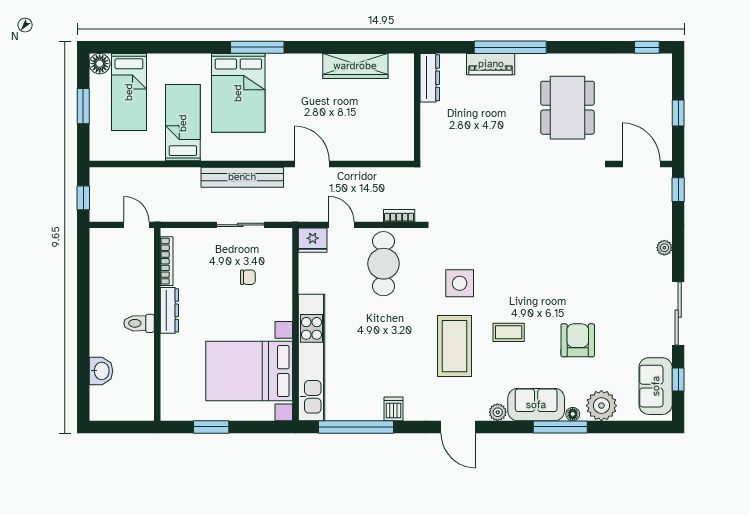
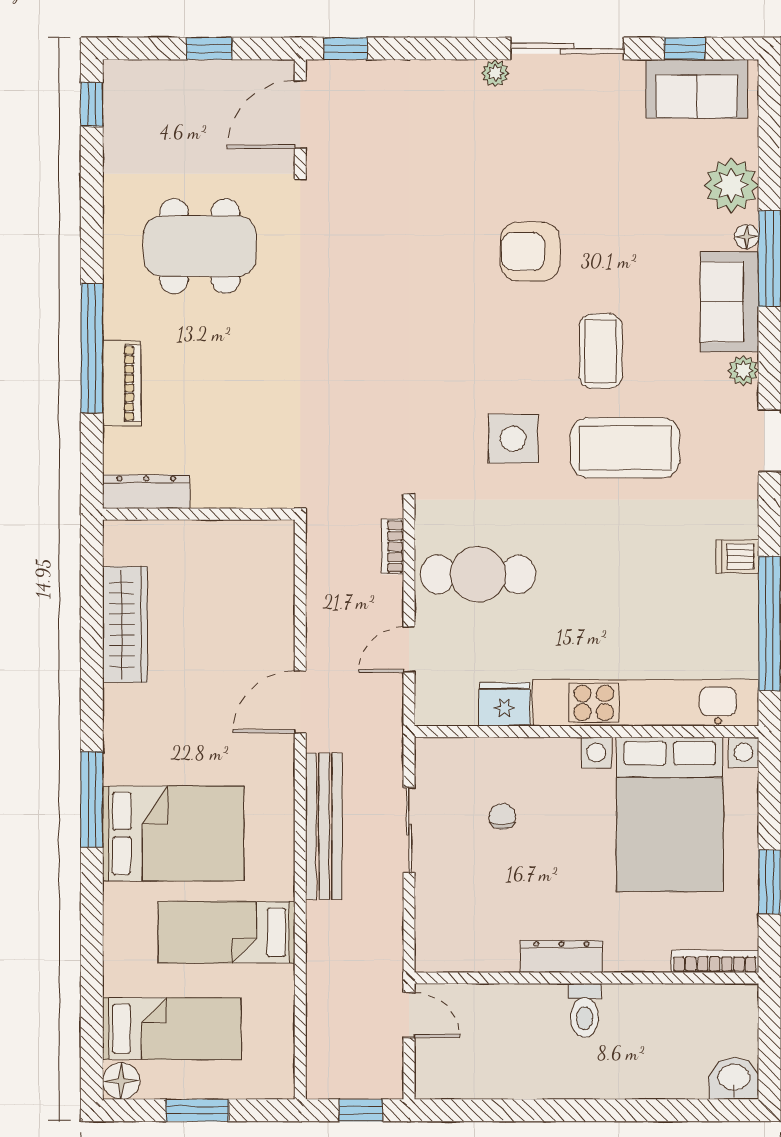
door: (137, 225) -> (409, 1015), swing flipped
fridge: (313, 240) -> (504, 704), moved, turned -90
plant: (664, 248) -> (495, 73), moved
bookcase: (167, 261) -> (715, 961), moved
coffee table: (509, 332) -> (601, 351), width x1.36, depth x1.30
armchair: (578, 340) -> (530, 251), moved
washbasin: (101, 371) -> (734, 1079), moved

